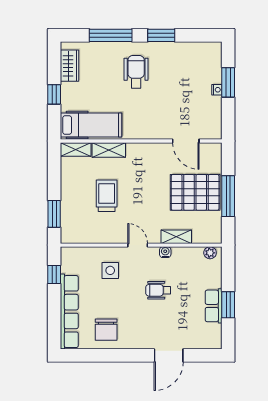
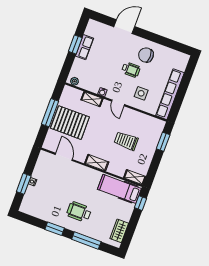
wheelchair: (136, 72) -> (79, 212), turned 90
window: (54, 94) -> (140, 203), moved
shelving: (109, 150) -> (97, 163), moved
trolley: (107, 196) -> (126, 141), turned 90
window: (54, 274) -> (177, 104), removed
wheelchair: (158, 290) -> (131, 70), moved
row of seats: (69, 312) -> (170, 94), moved
chair: (106, 330) -> (146, 55), moved, turned -90

